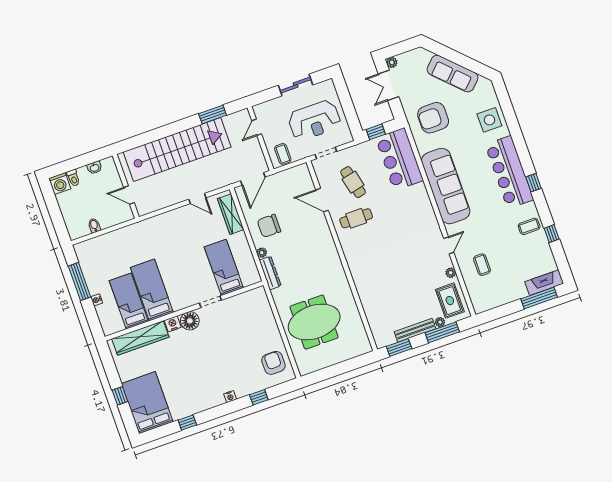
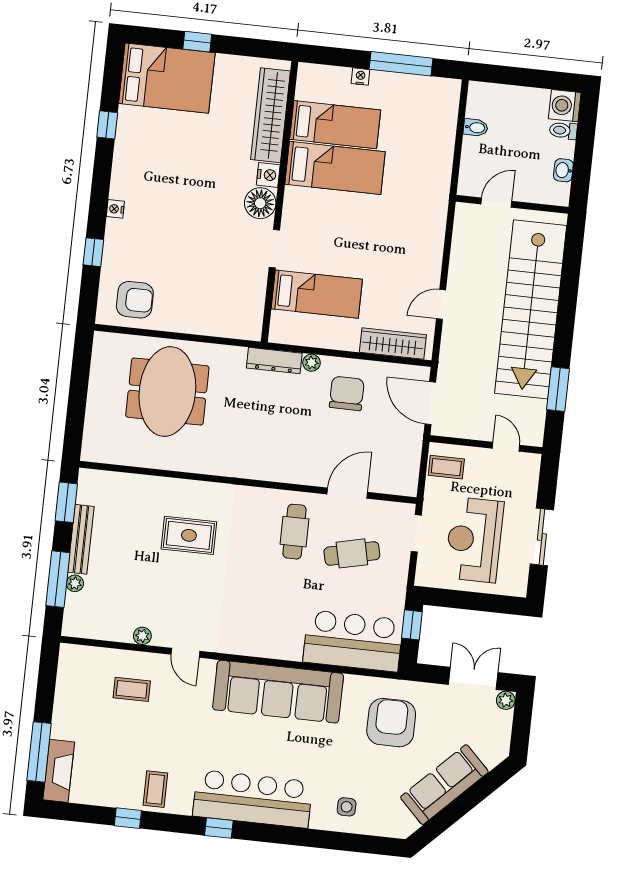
side table: (489, 120) -> (347, 807), width x0.54, depth x0.54
rug: (450, 301) -> (189, 535), moved

